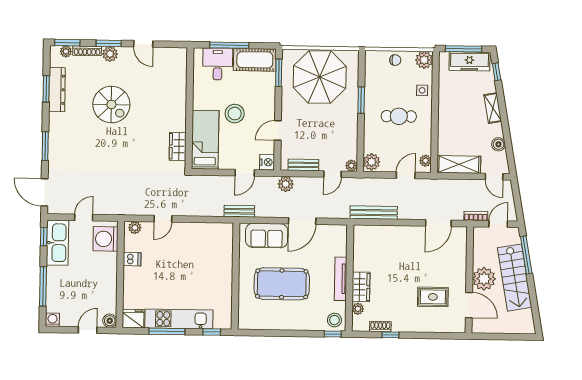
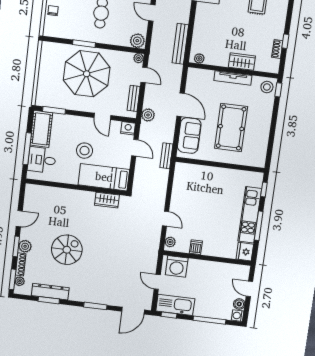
parasol: (320, 77) -> (87, 74), moved
plant: (358, 309) -> (199, 58), moved
boiler: (110, 321) -> (239, 304), moved

